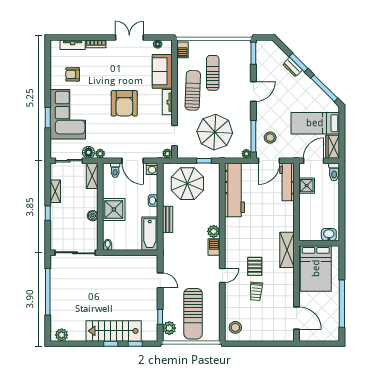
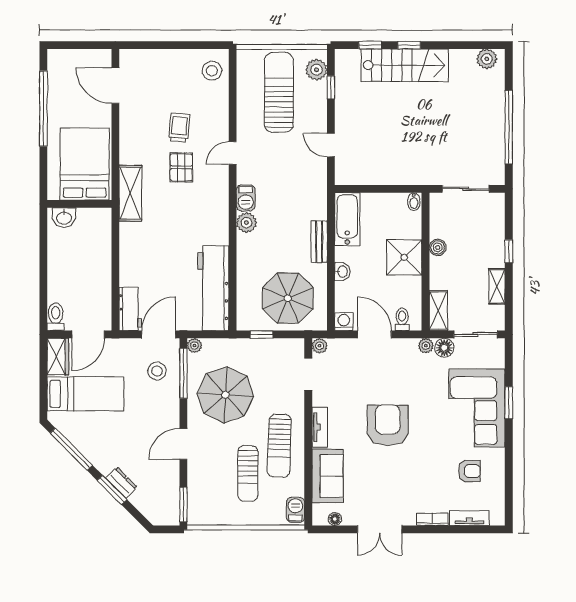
parasol: (215, 132) -> (225, 395), moved
workbench: (287, 182) -> (130, 309), width x0.73
shower: (307, 186) -> (99, 295), removed
sliding door: (75, 253) -> (466, 189), width x0.73

